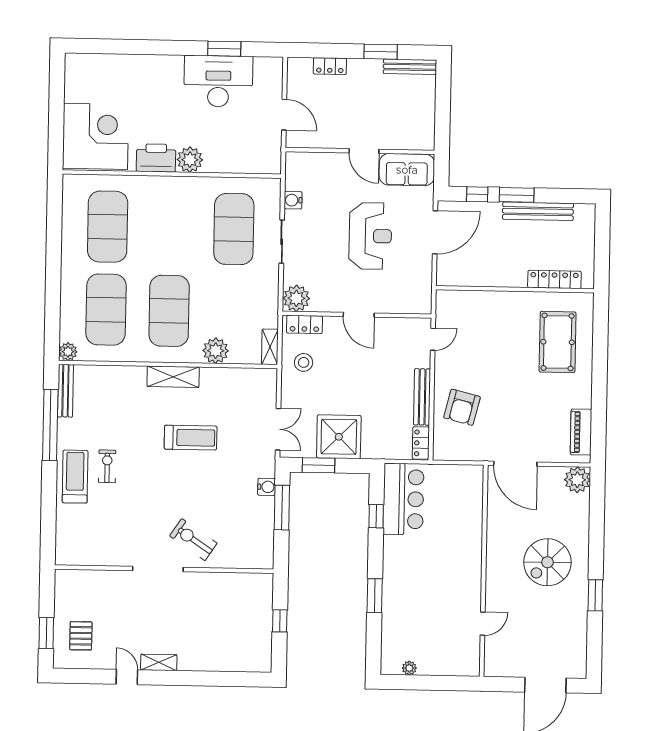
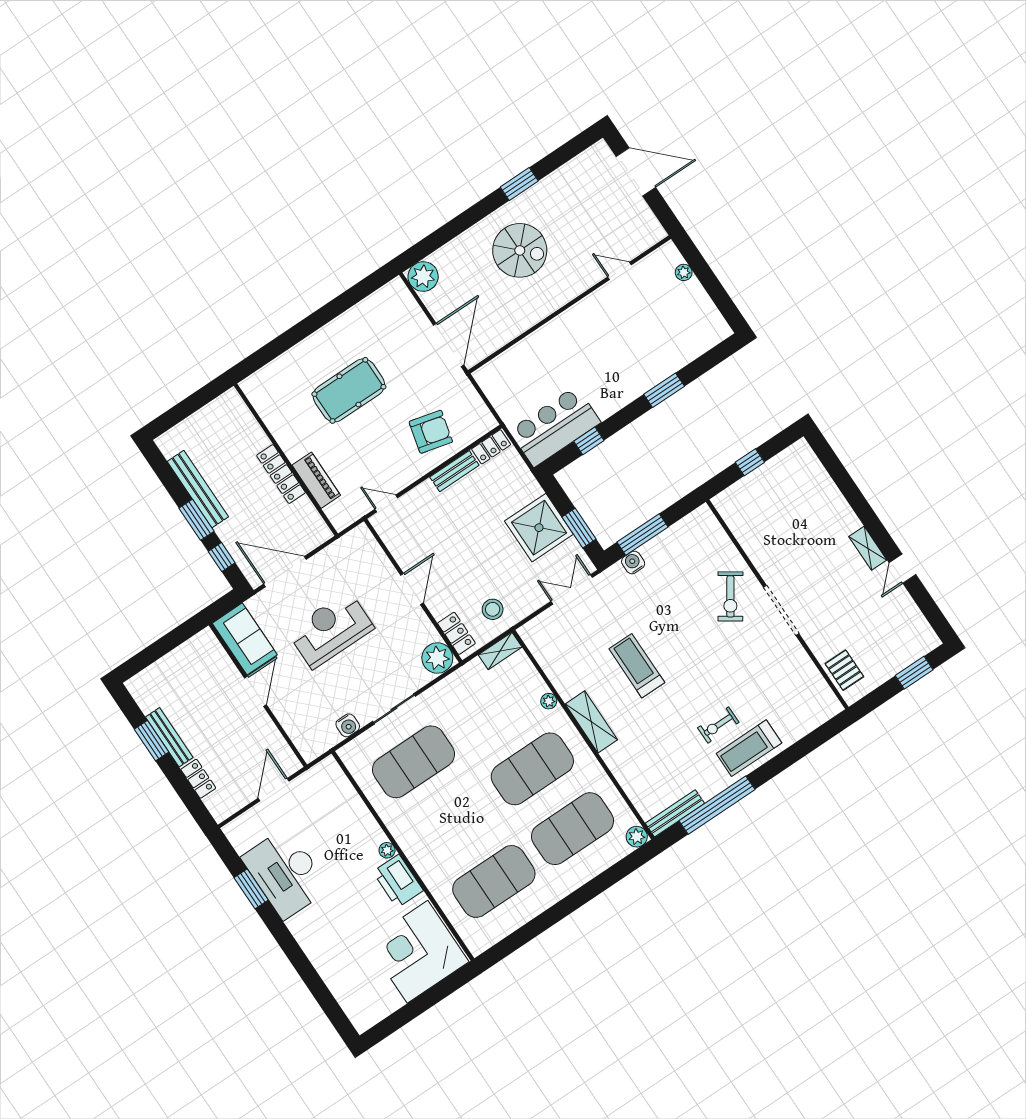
bench: (410, 67) -> (169, 737), moved
plant: (190, 160) -> (387, 850), width x0.53, depth x0.53
locker: (554, 279) -> (281, 474), moved
pool table: (558, 342) -> (349, 390), moved
plant: (216, 351) -> (549, 701), width x0.53, depth x0.53
bench: (422, 397) -> (454, 471), width x0.73
piano: (581, 432) -> (316, 480), moved, turned -90
pallet: (81, 636) -> (844, 670), moved, turned 90
plant: (409, 668) -> (684, 272), moved

